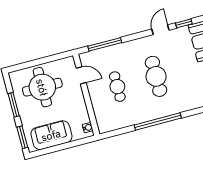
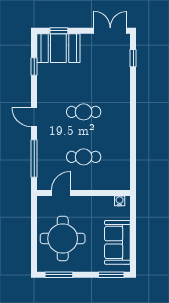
door: (160, 30) -> (34, 117), moved
cafe table: (156, 76) -> (84, 112), width x0.73, depth x0.74
window: (14, 105) -> (59, 275), moved
window: (158, 122) -> (133, 123), removed

